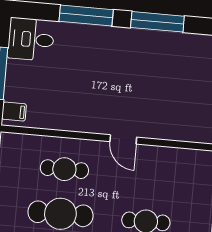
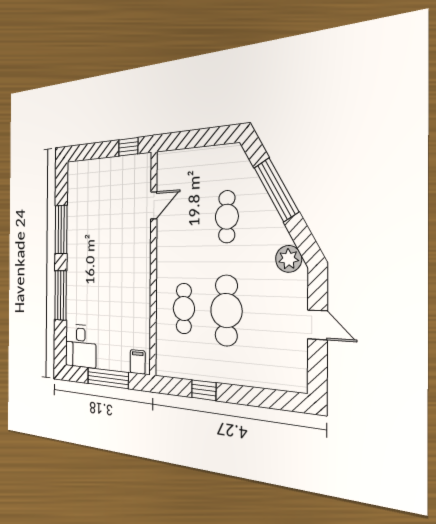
door: (123, 139) -> (154, 205), moved

